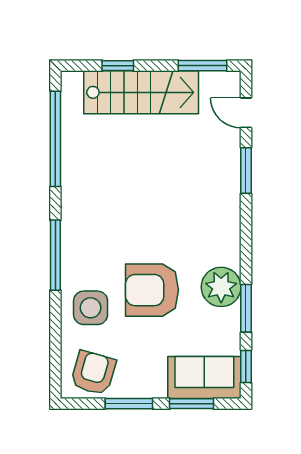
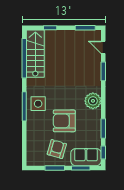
stairs: (141, 92) -> (35, 54), moved, turned -90
plant: (221, 287) -> (93, 101), moved
side table: (91, 308) -> (38, 104), moved
armchair: (93, 373) -> (57, 149), moved

